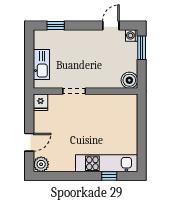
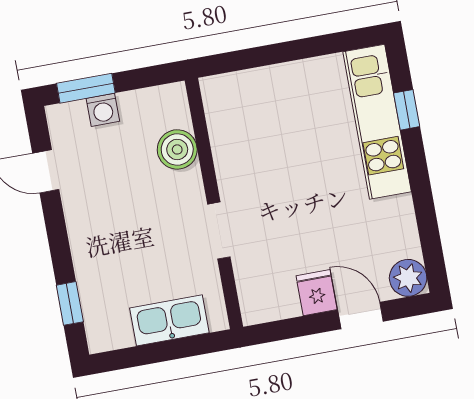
washing machine: (132, 35) -> (103, 110), moved
boiler: (129, 80) -> (177, 149), moved
fridge: (40, 102) -> (317, 293), moved, turned -90

